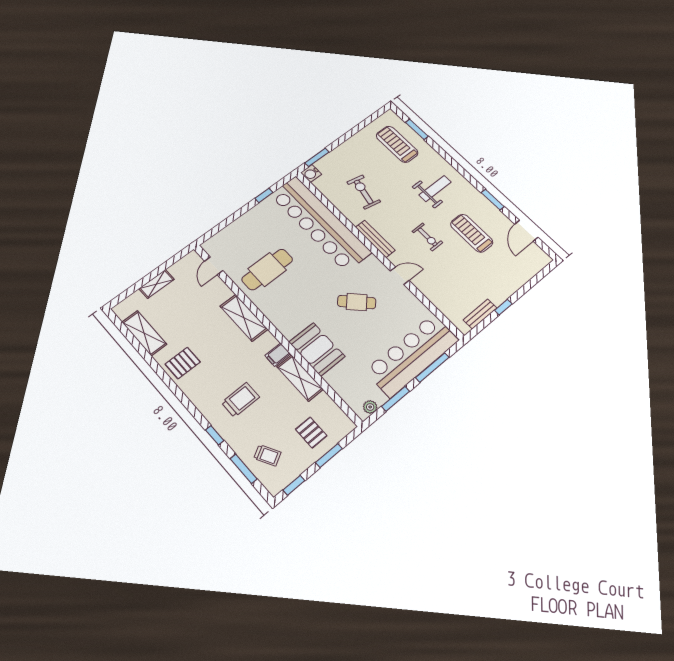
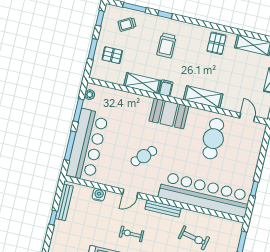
water cooler: (311, 173) -> (99, 195), moved
bench: (480, 314) -> (64, 202), width x1.36
booth: (317, 349) -> (169, 114), moved

